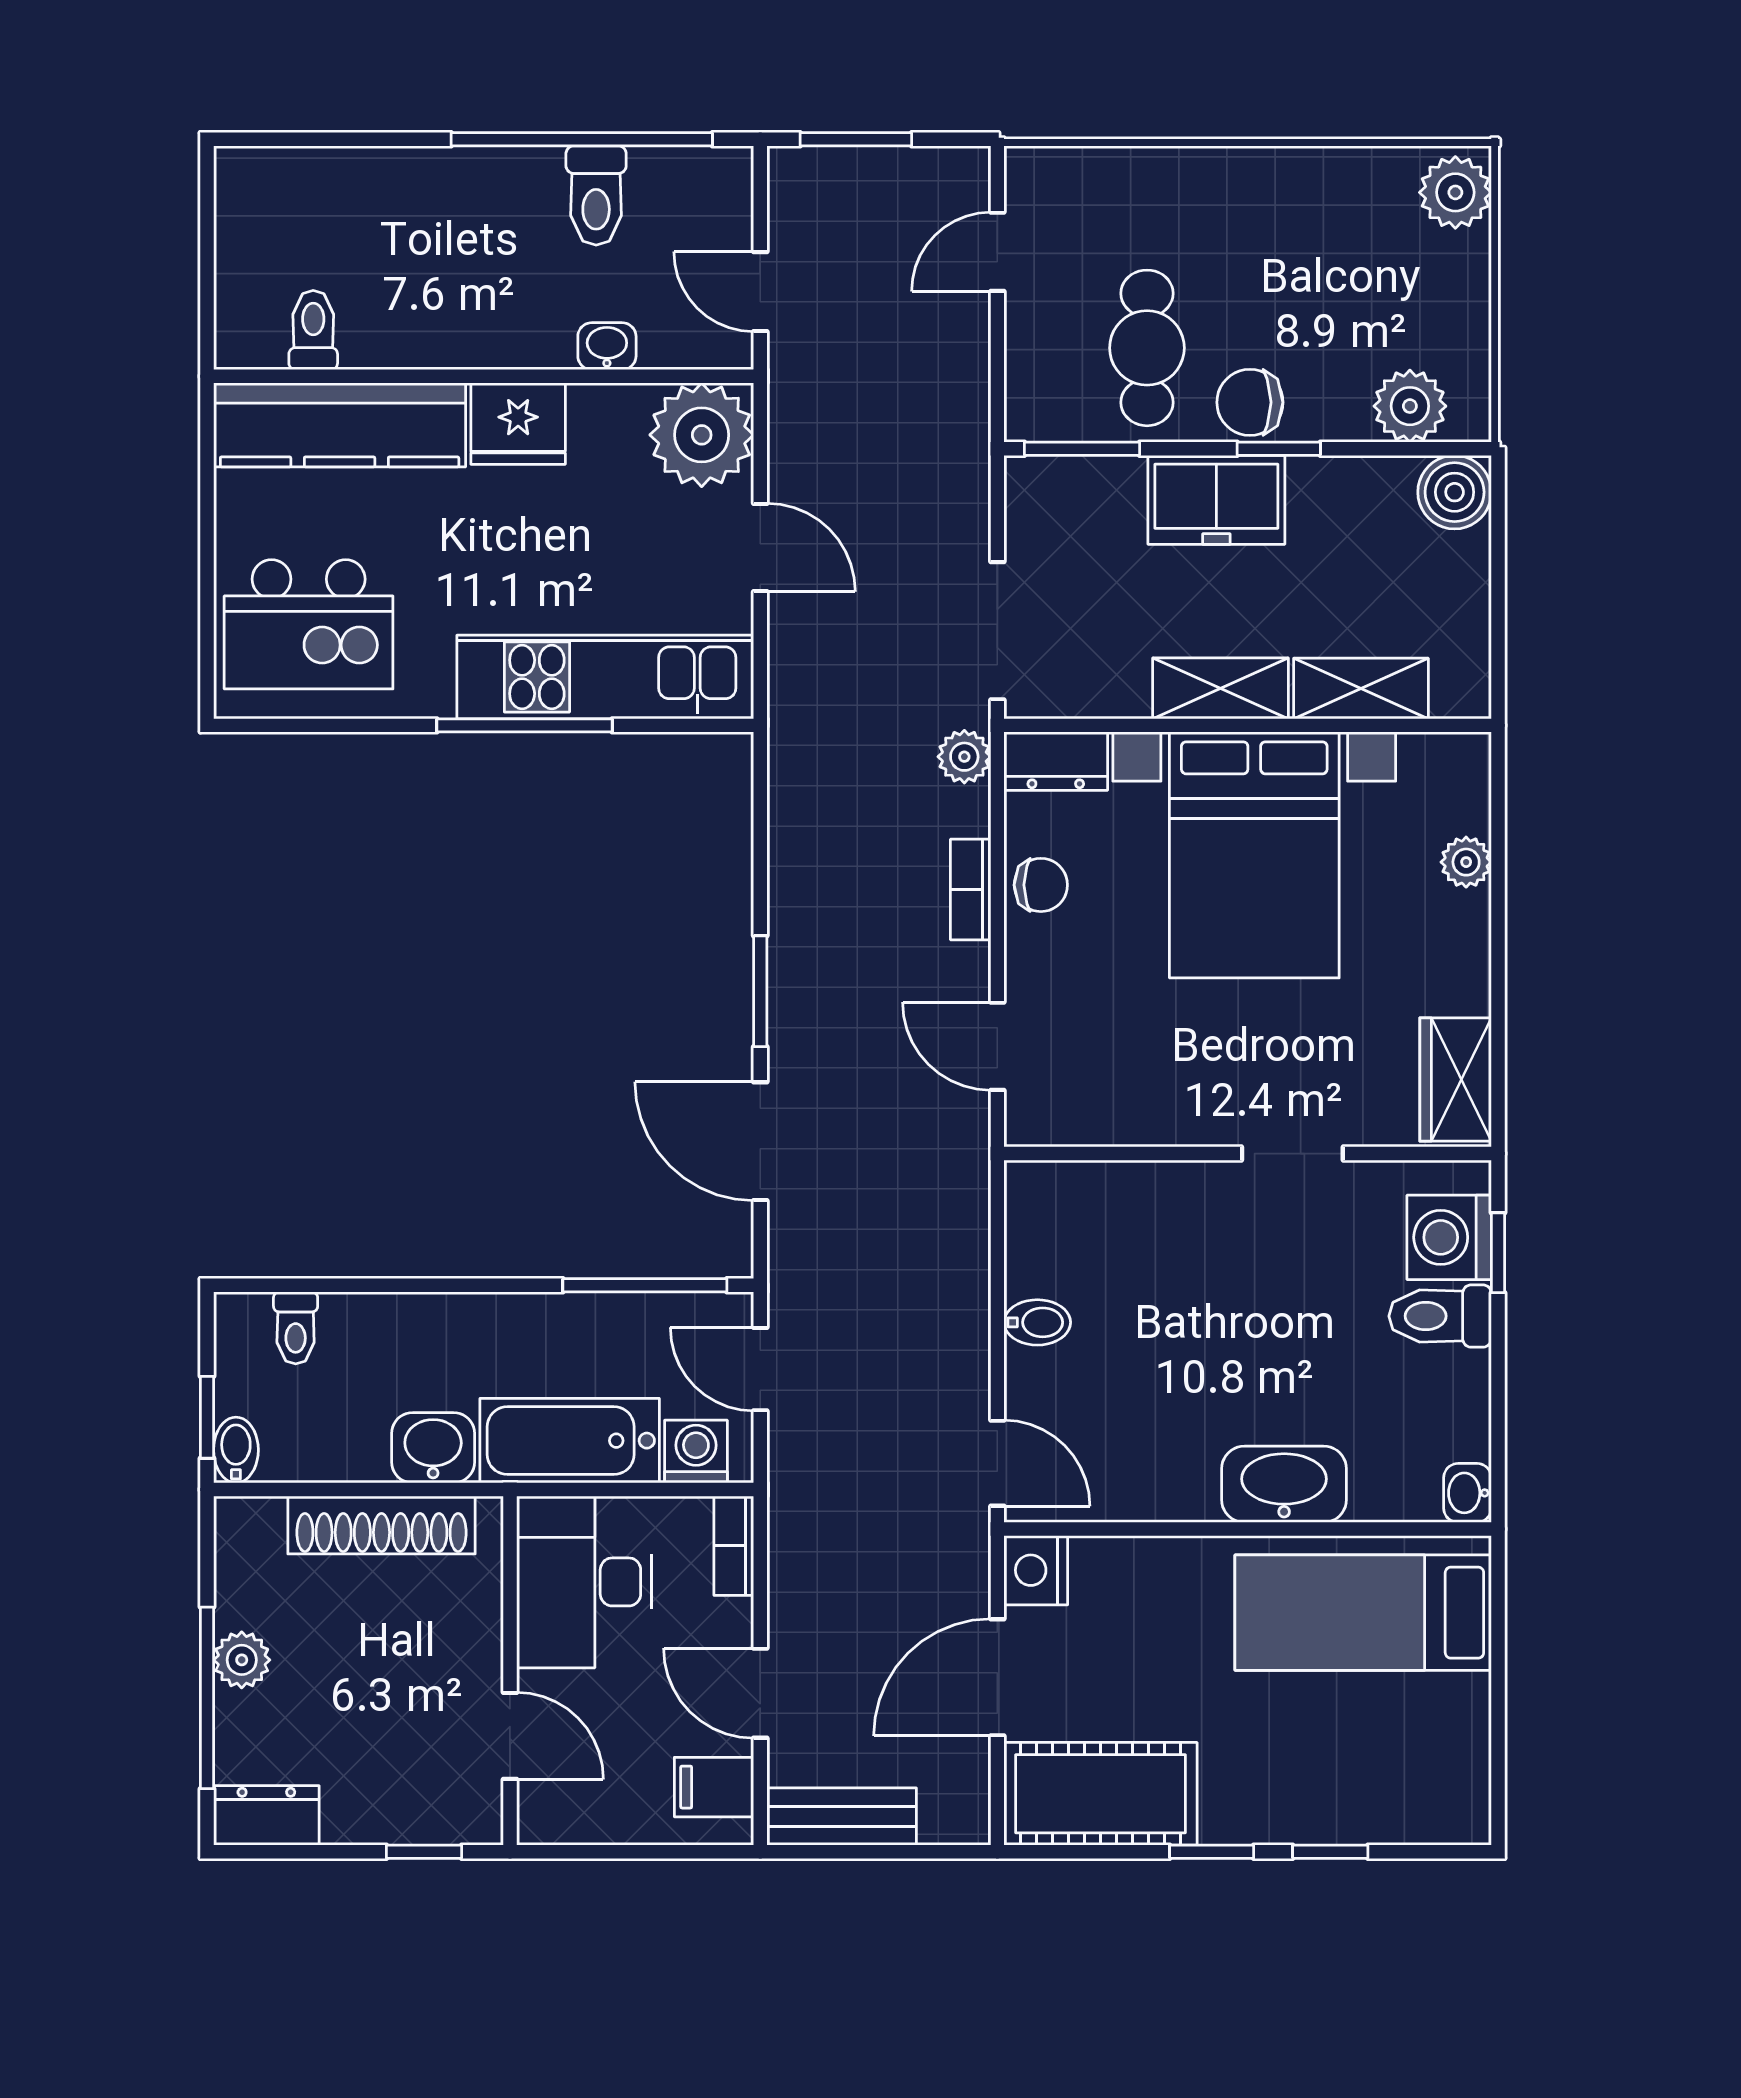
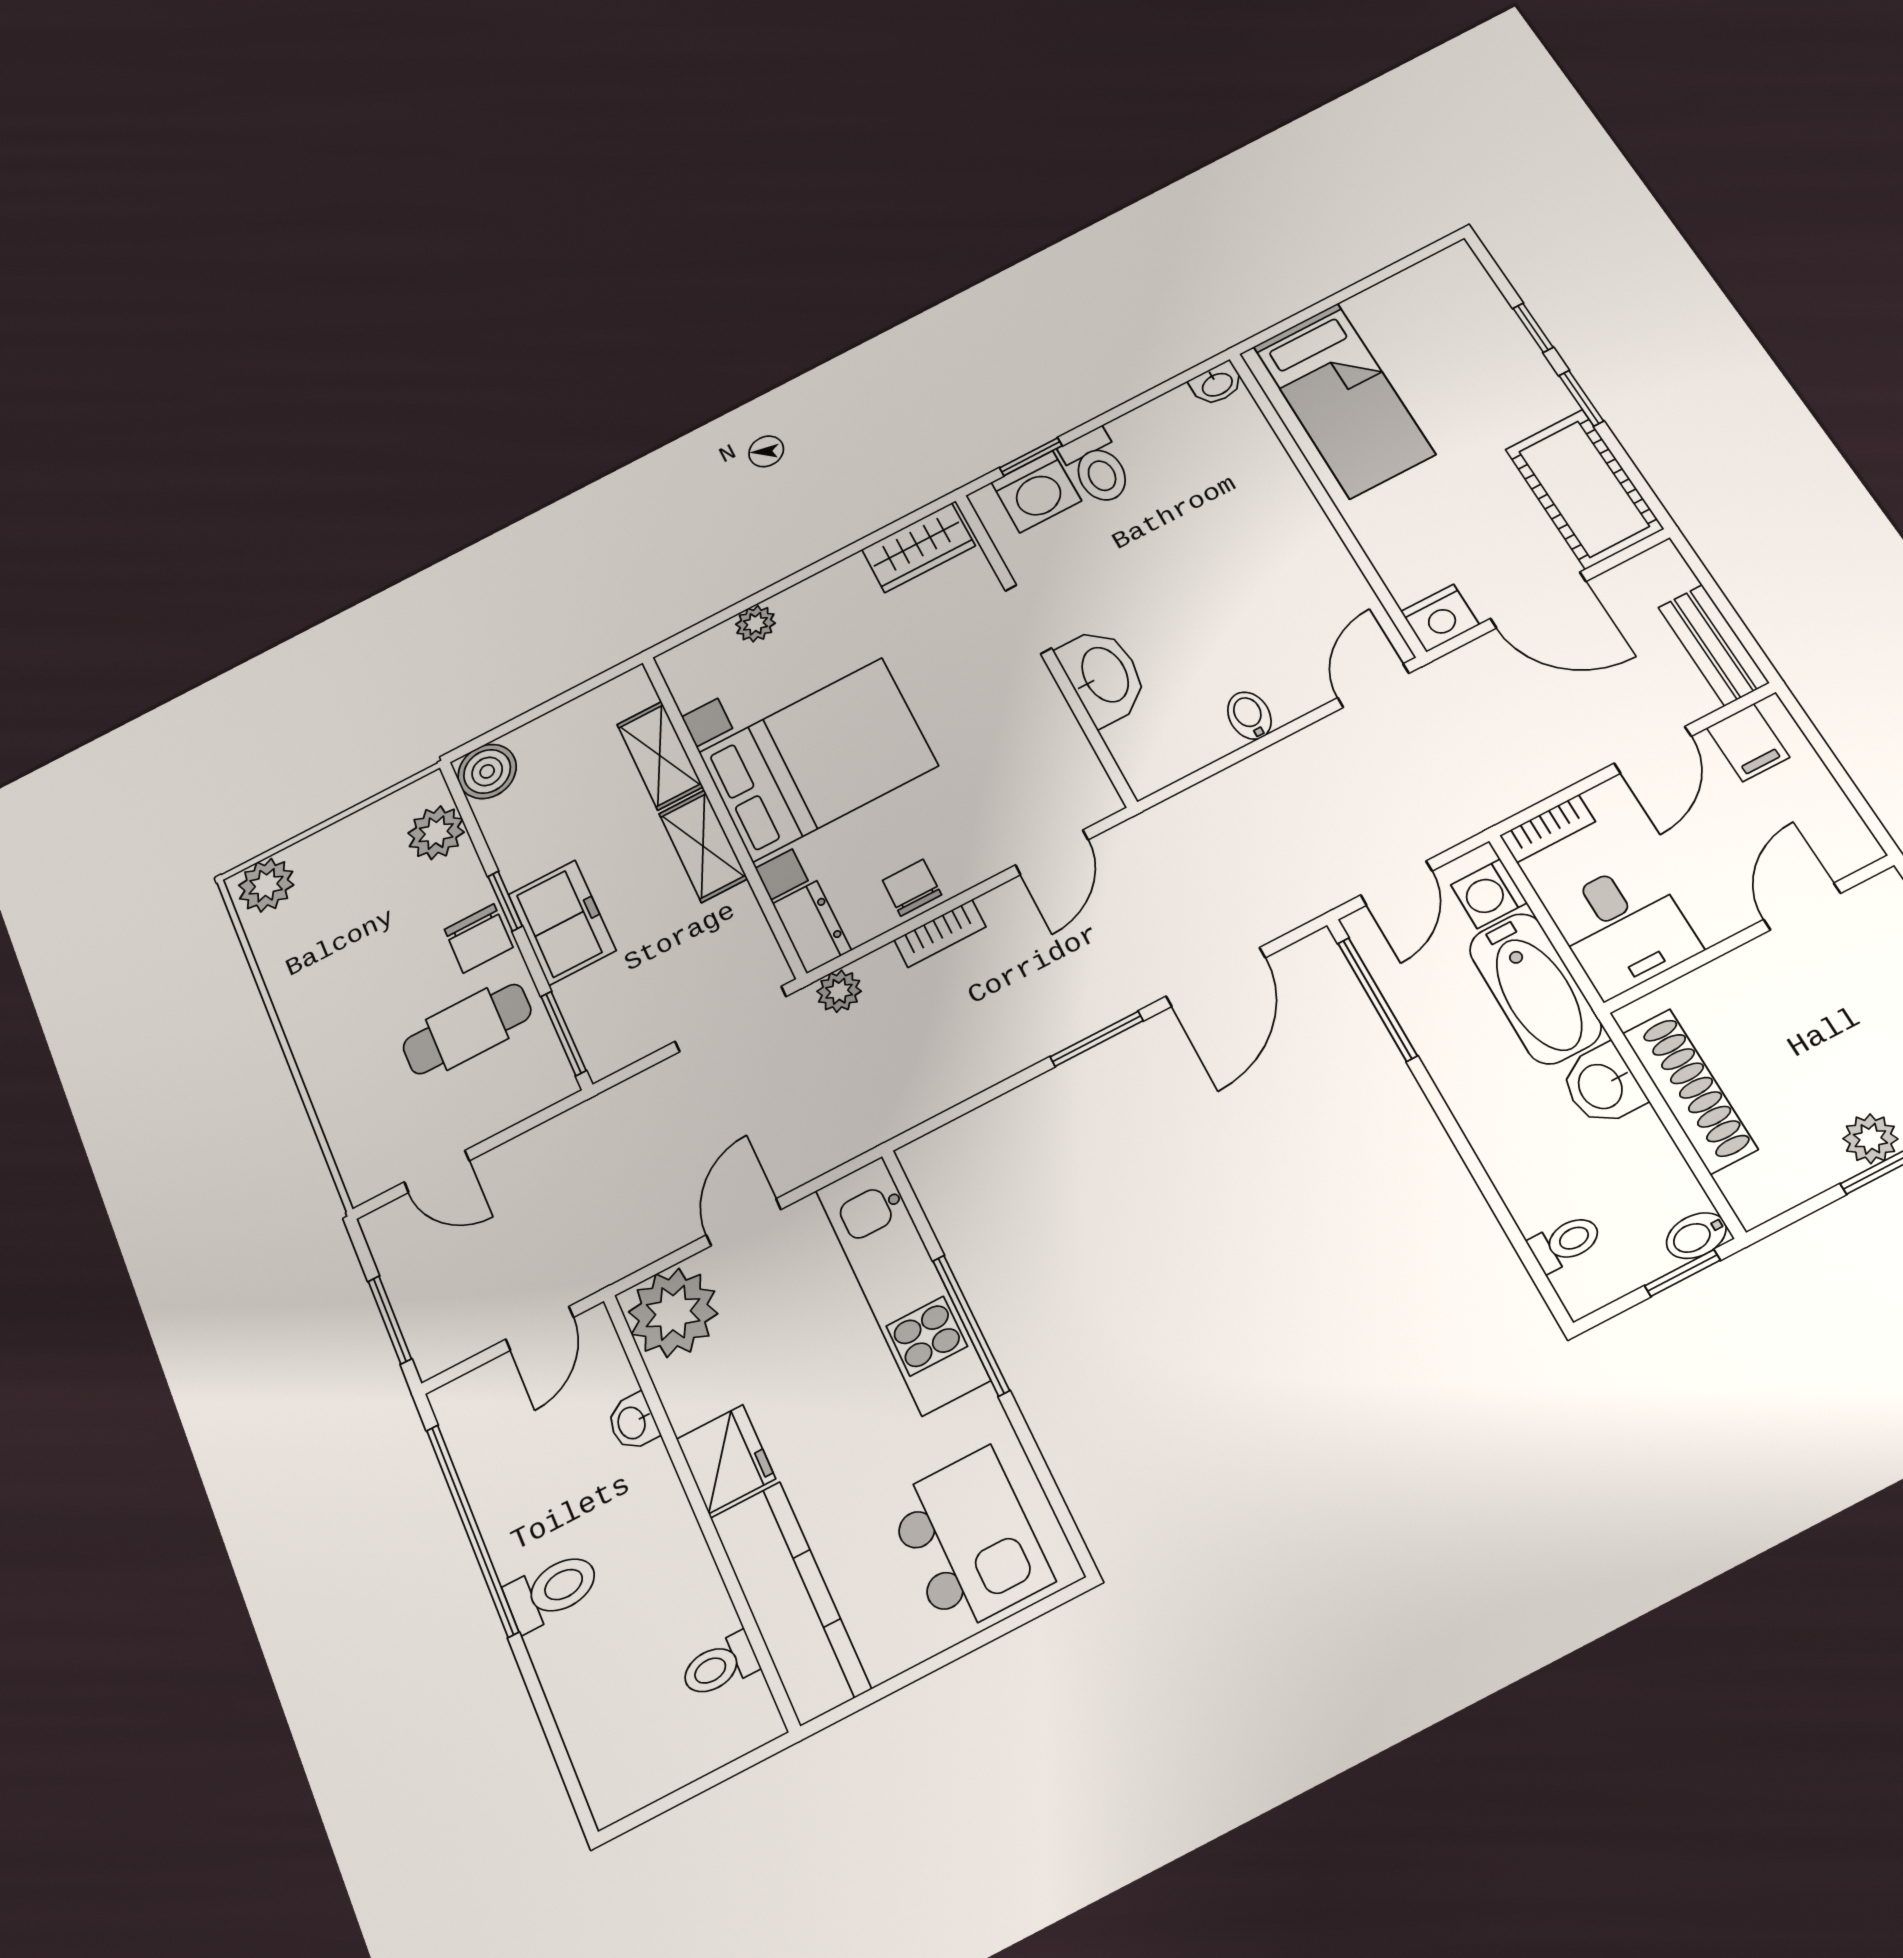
toilet: (596, 195) -> (552, 1591), moved
washbasin: (1284, 1484) -> (1103, 676), moved, turned 180
desk: (584, 1582) -> (1624, 928), width x0.73

